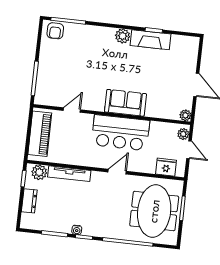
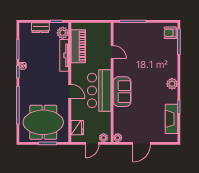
fireplace: (150, 40) -> (172, 119), moved
piano: (40, 134) -> (78, 46), moved, turned -90

